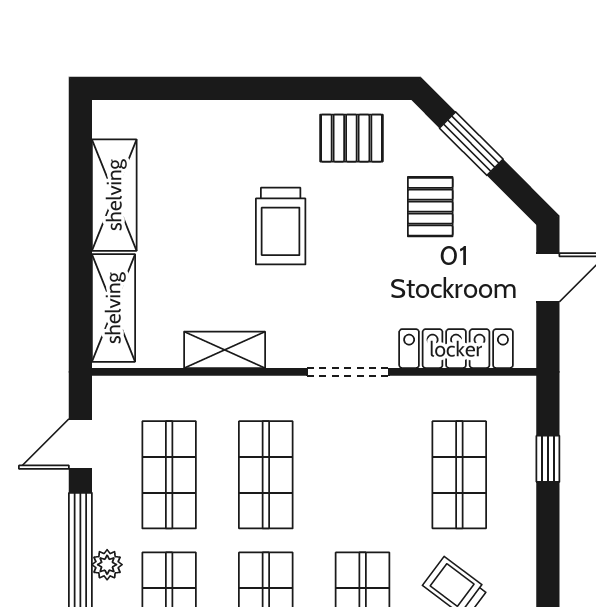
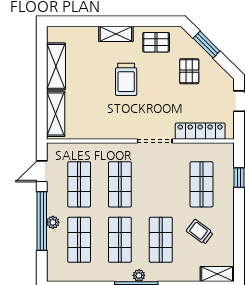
shelving: (225, 350) -> (116, 34), moved

